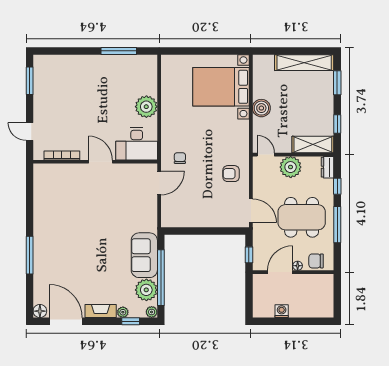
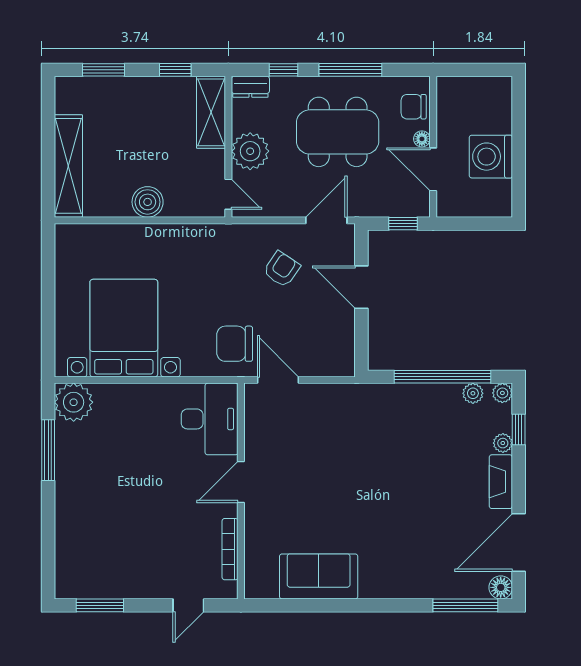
shelving: (304, 63) -> (68, 166), moved
bed with nightstands: (221, 87) -> (124, 328), moved, turned 180
plant: (146, 107) -> (74, 402), moved
door: (266, 155) -> (228, 194), swing flipped
chair: (180, 158) -> (235, 344), width x1.87, depth x1.87
armchair: (231, 174) -> (282, 269), moved, turned -146
dining table: (302, 217) -> (338, 132), turned 90
door: (212, 231) -> (361, 287), added
window: (30, 255) -> (465, 605), moved
sofa: (144, 255) -> (319, 576), moved, turned 180
chair: (316, 261) -> (414, 107), turned 90
plant: (146, 290) -> (473, 393), width x0.53, depth x0.53
washing machine: (282, 311) -> (491, 157), width x1.89, depth x1.89

